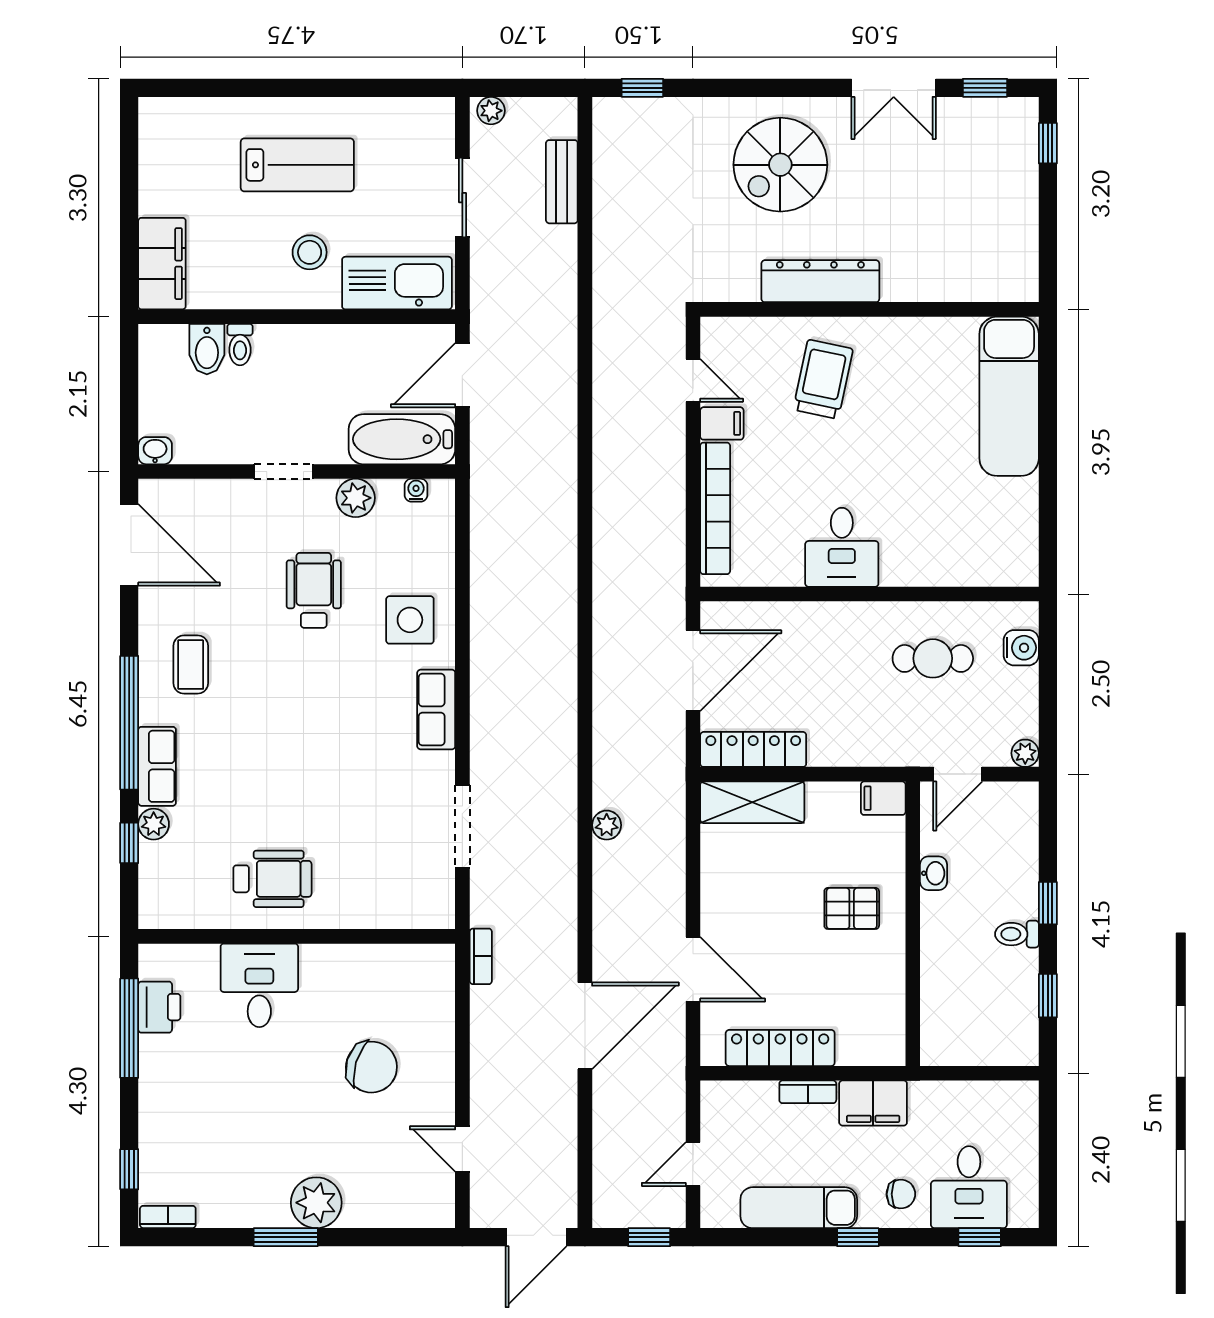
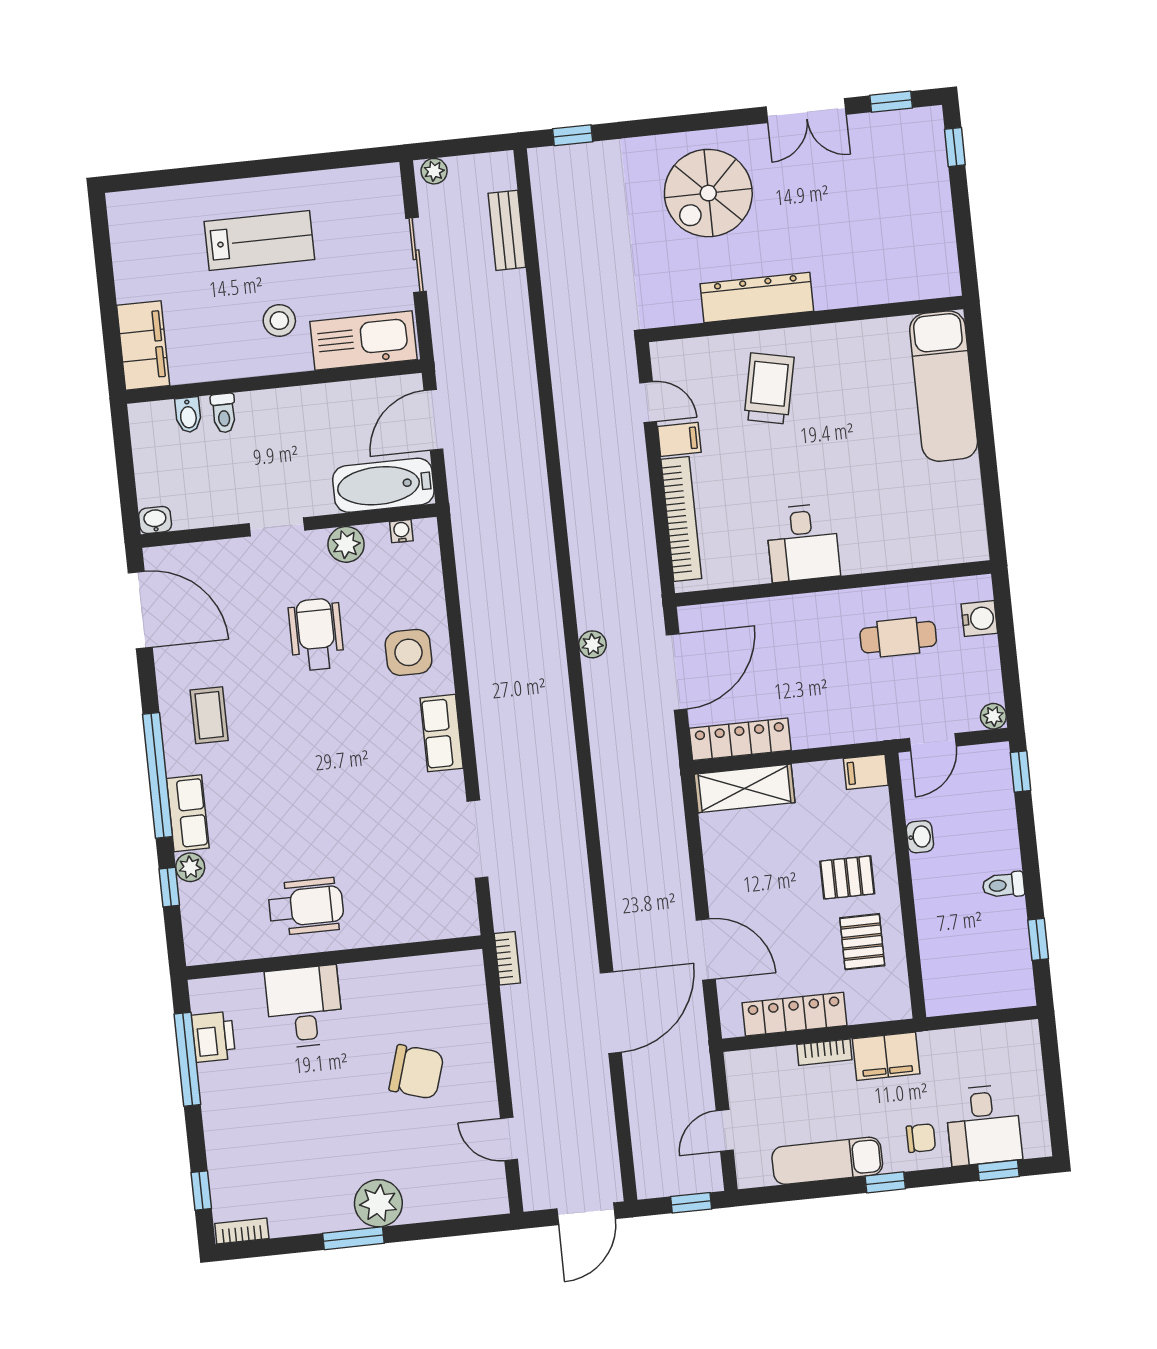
bidet: (207, 349) -> (188, 415), width x0.72, depth x0.74
plant: (607, 825) -> (593, 644), moved
window: (1048, 903) -> (1021, 771), moved
pallet: (860, 979) -> (862, 942), added

